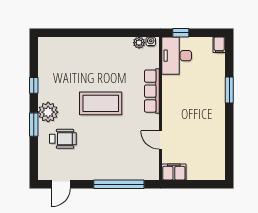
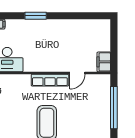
row of seats: (152, 91) -> (50, 80), moved

